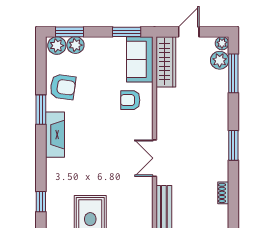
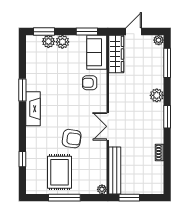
plant: (57, 46) -> (62, 42), moved
plant: (220, 60) -> (157, 95), moved
armchair: (63, 87) -> (72, 139), moved

